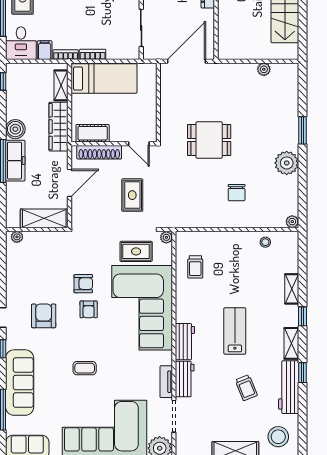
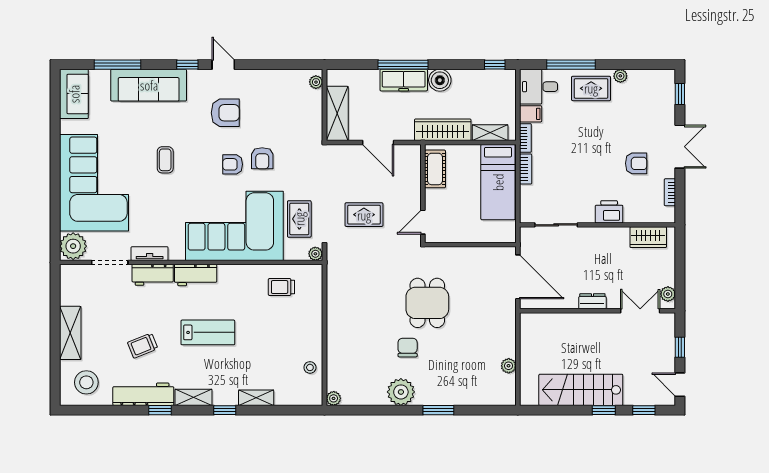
shoe rack: (99, 152) -> (413, 177), removed
chair: (237, 193) -> (408, 348), moved, turned 90

